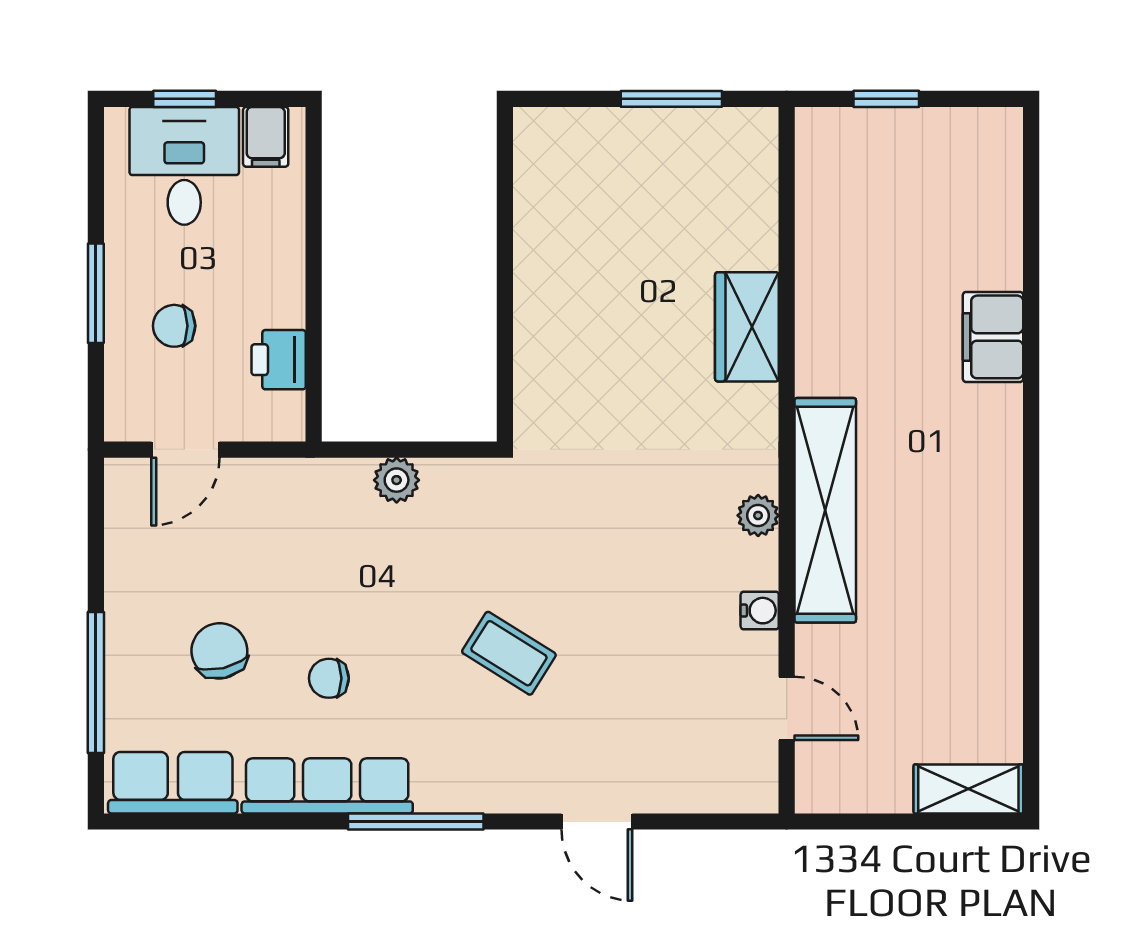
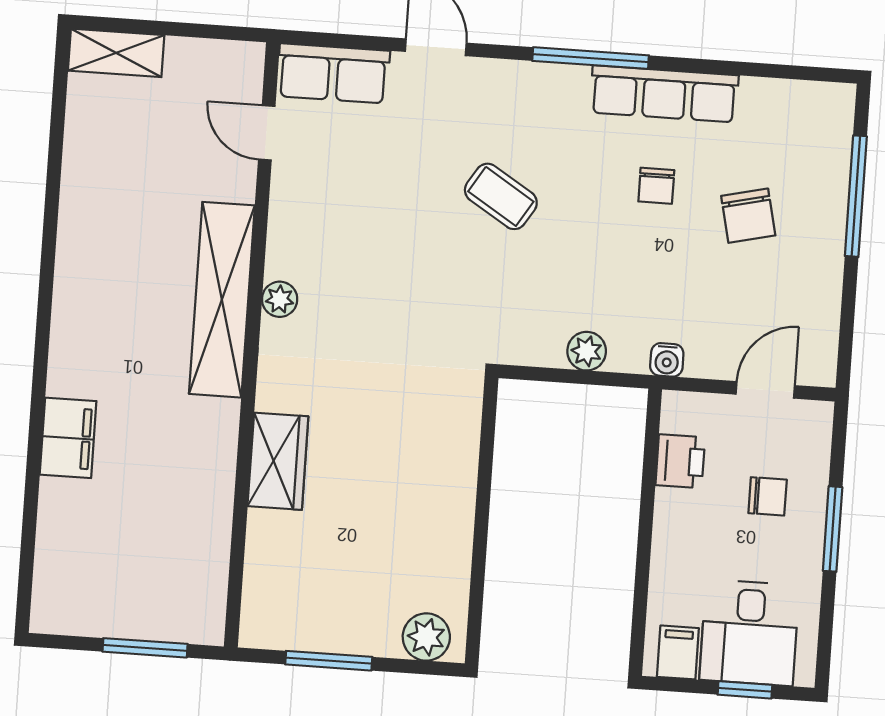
window: (886, 99) -> (145, 648), width x1.50
plant: (560, 134) -> (426, 637), added
water cooler: (760, 611) -> (667, 360), moved, turned -90
chair: (329, 678) -> (656, 186), turned 90
row of seats: (173, 783) -> (333, 73), moved

